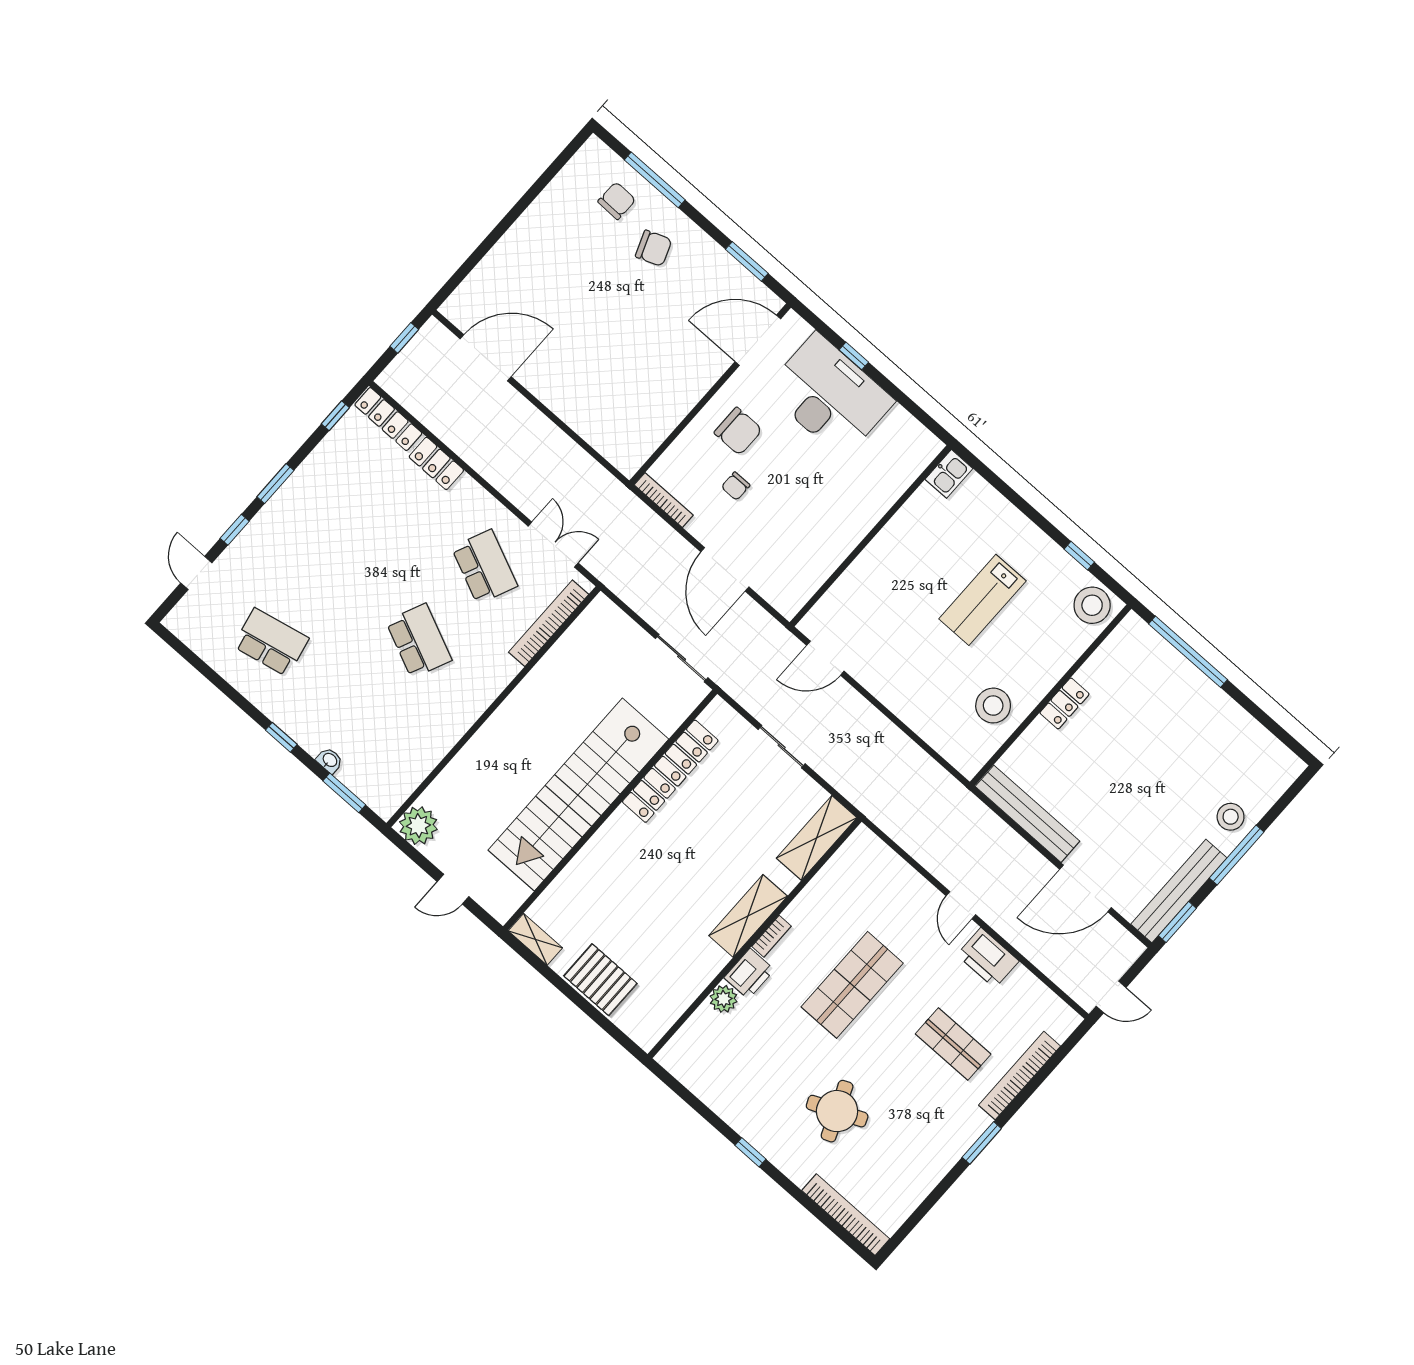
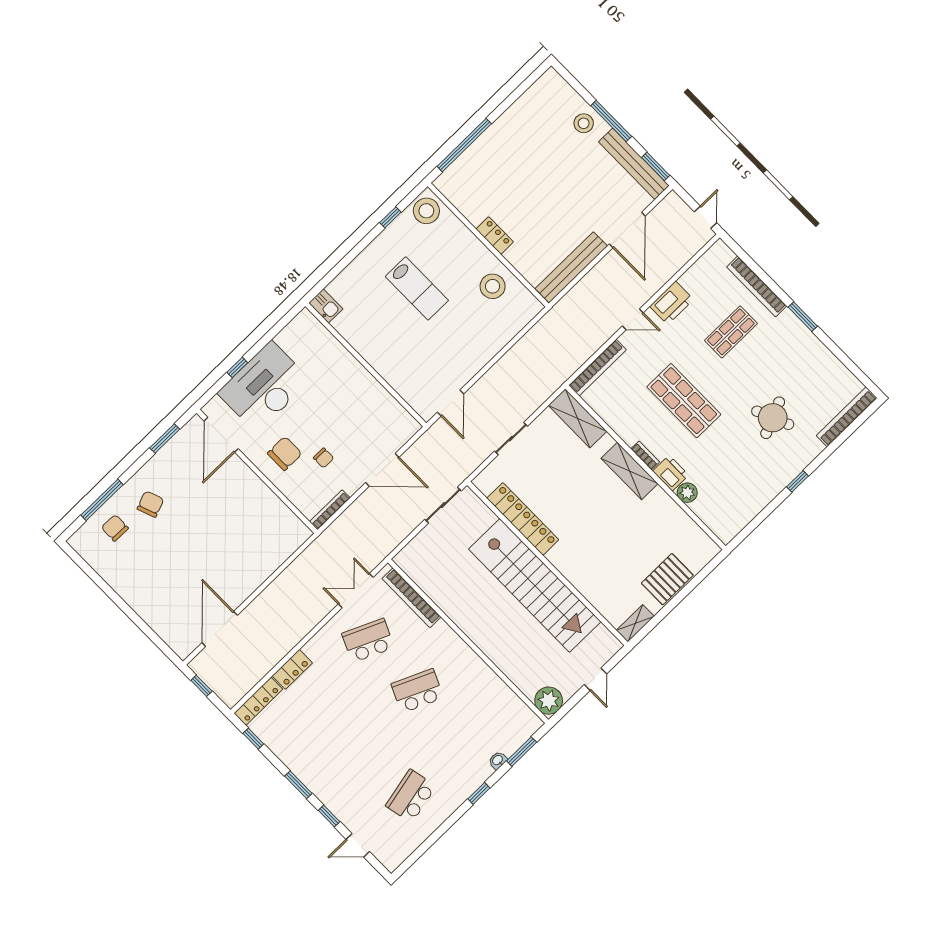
bookcase: (890, 861) -> (597, 368), added

